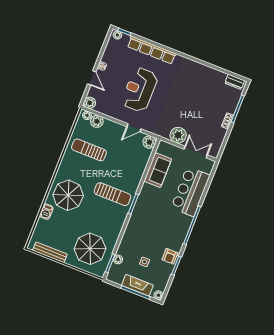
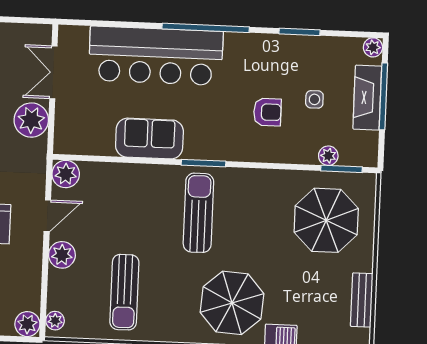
plant: (97, 121) -> (62, 255), moved
door: (134, 128) -> (47, 216), hinge flipped
sofa: (158, 170) -> (149, 139), moved
bar counter: (190, 192) -> (156, 56), width x1.36
bench: (50, 252) -> (362, 300), width x0.73
armchair: (170, 256) -> (267, 112), moved

